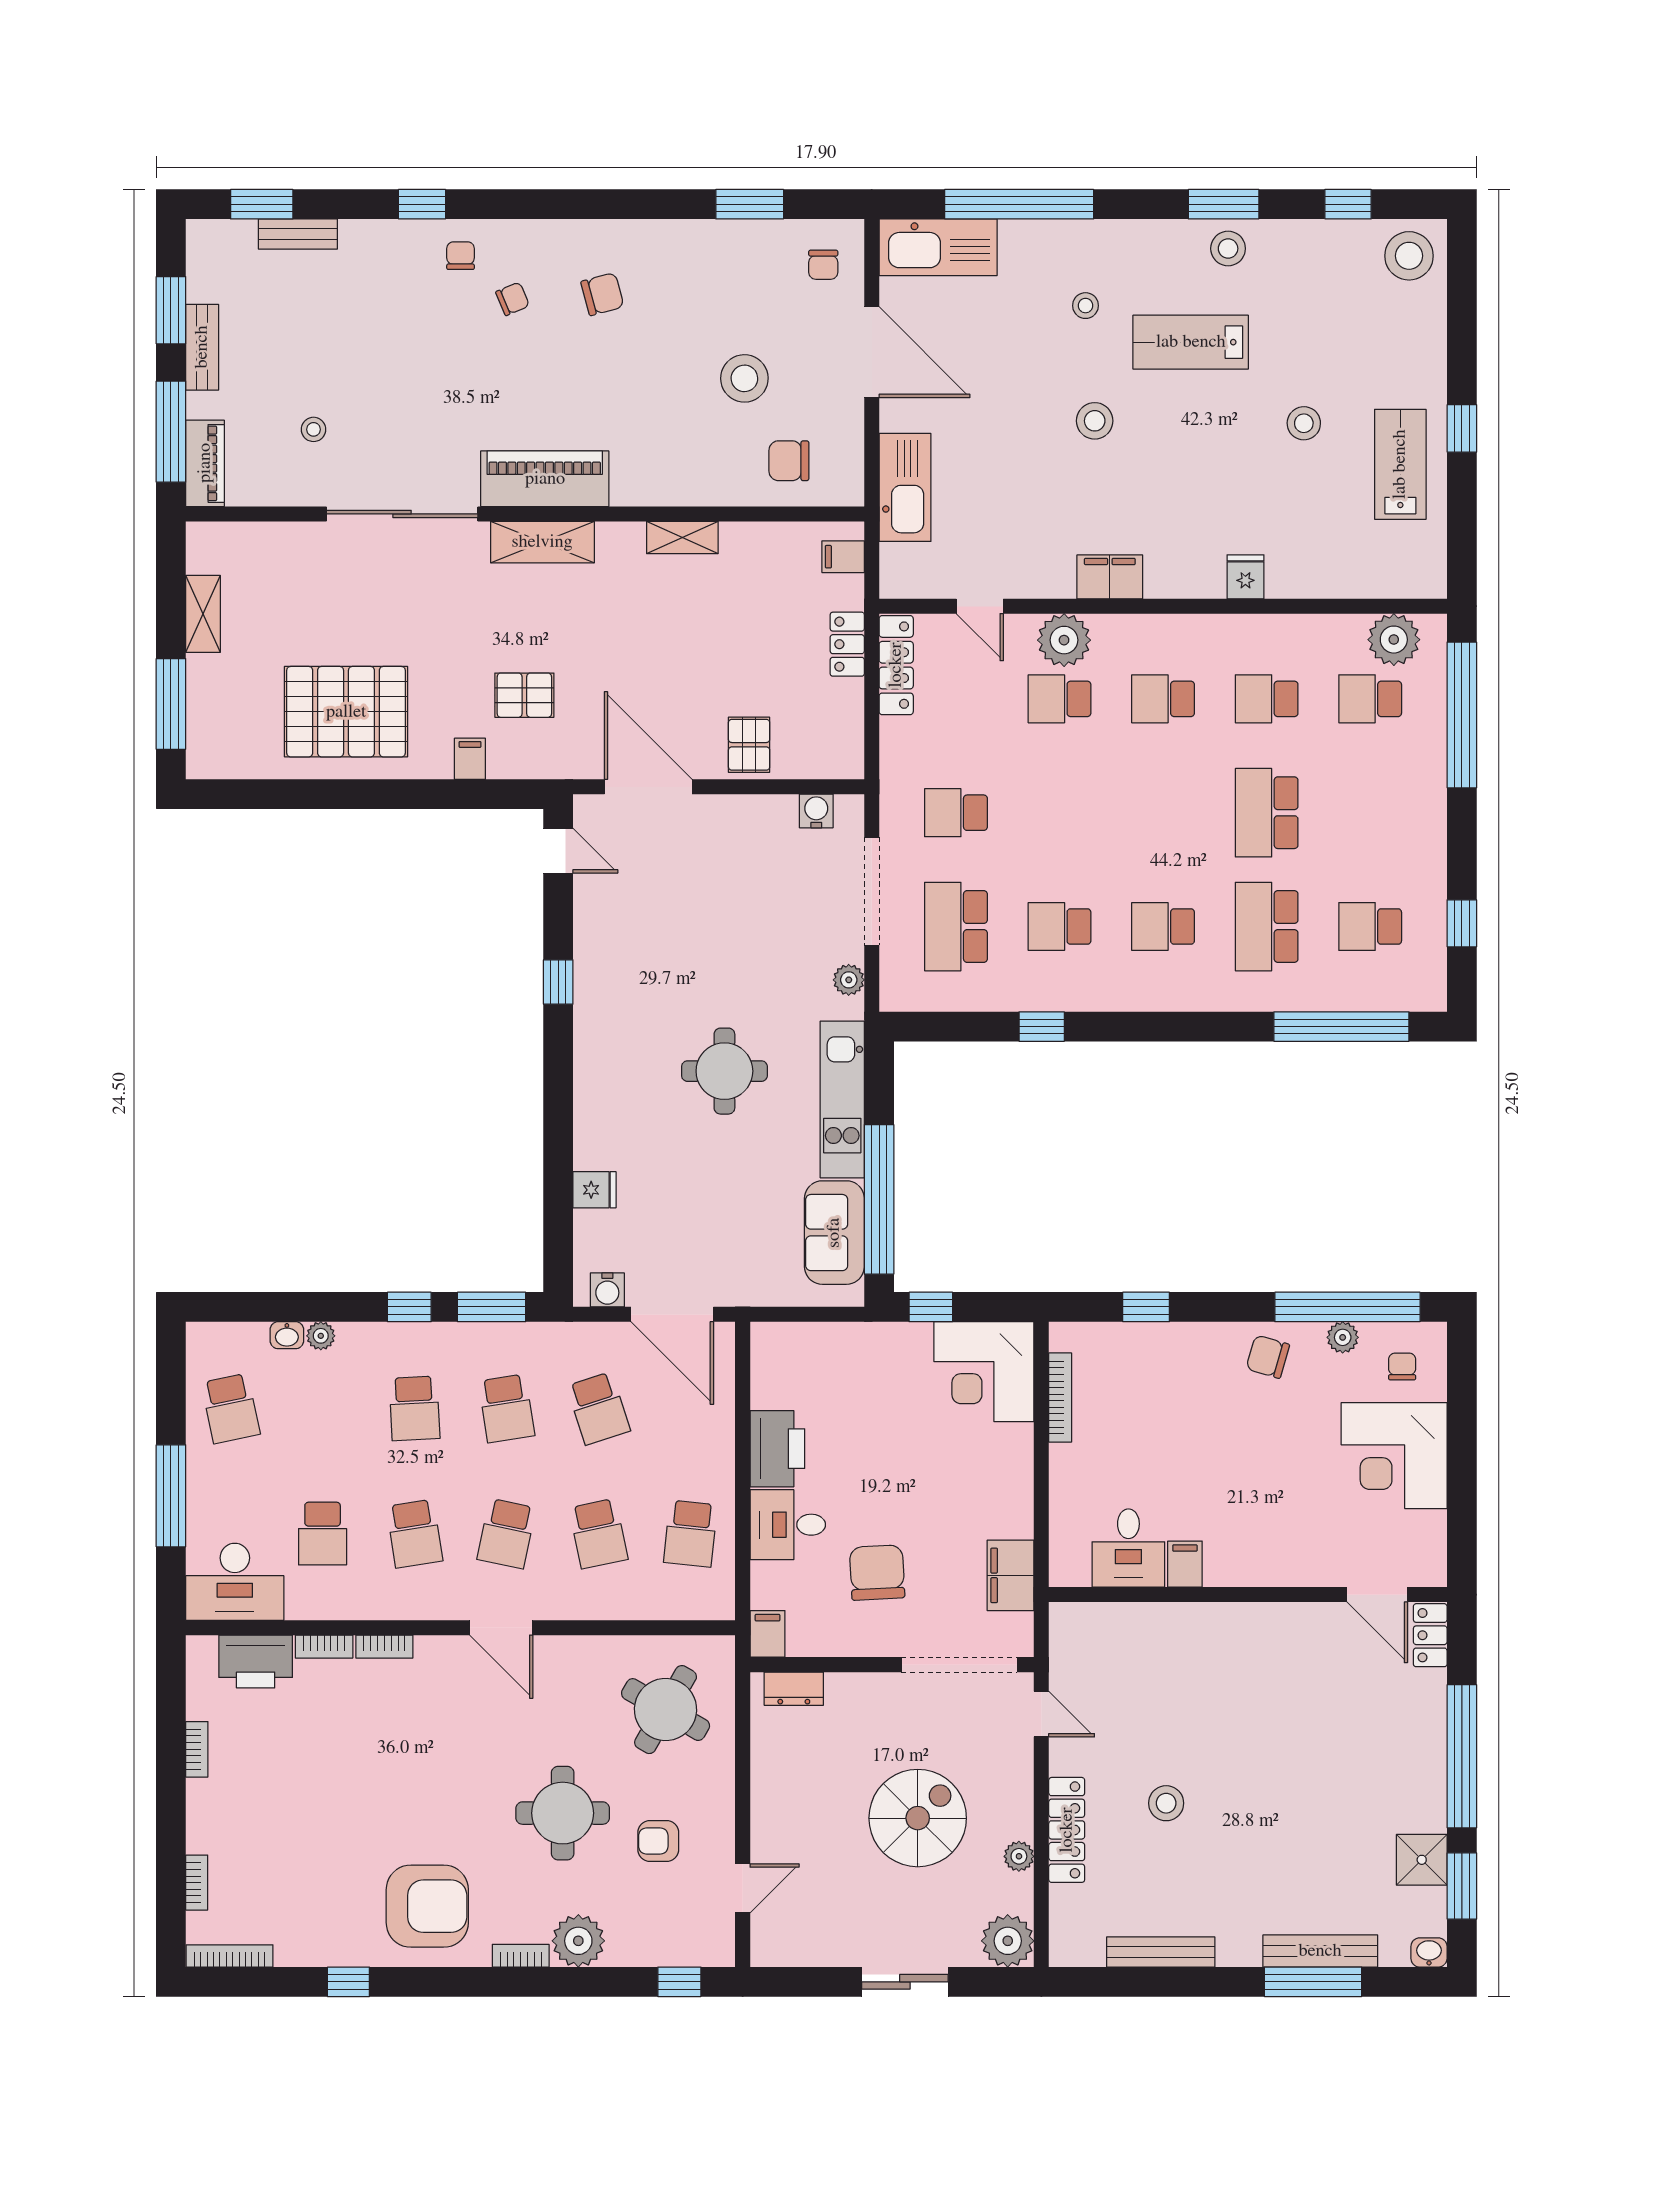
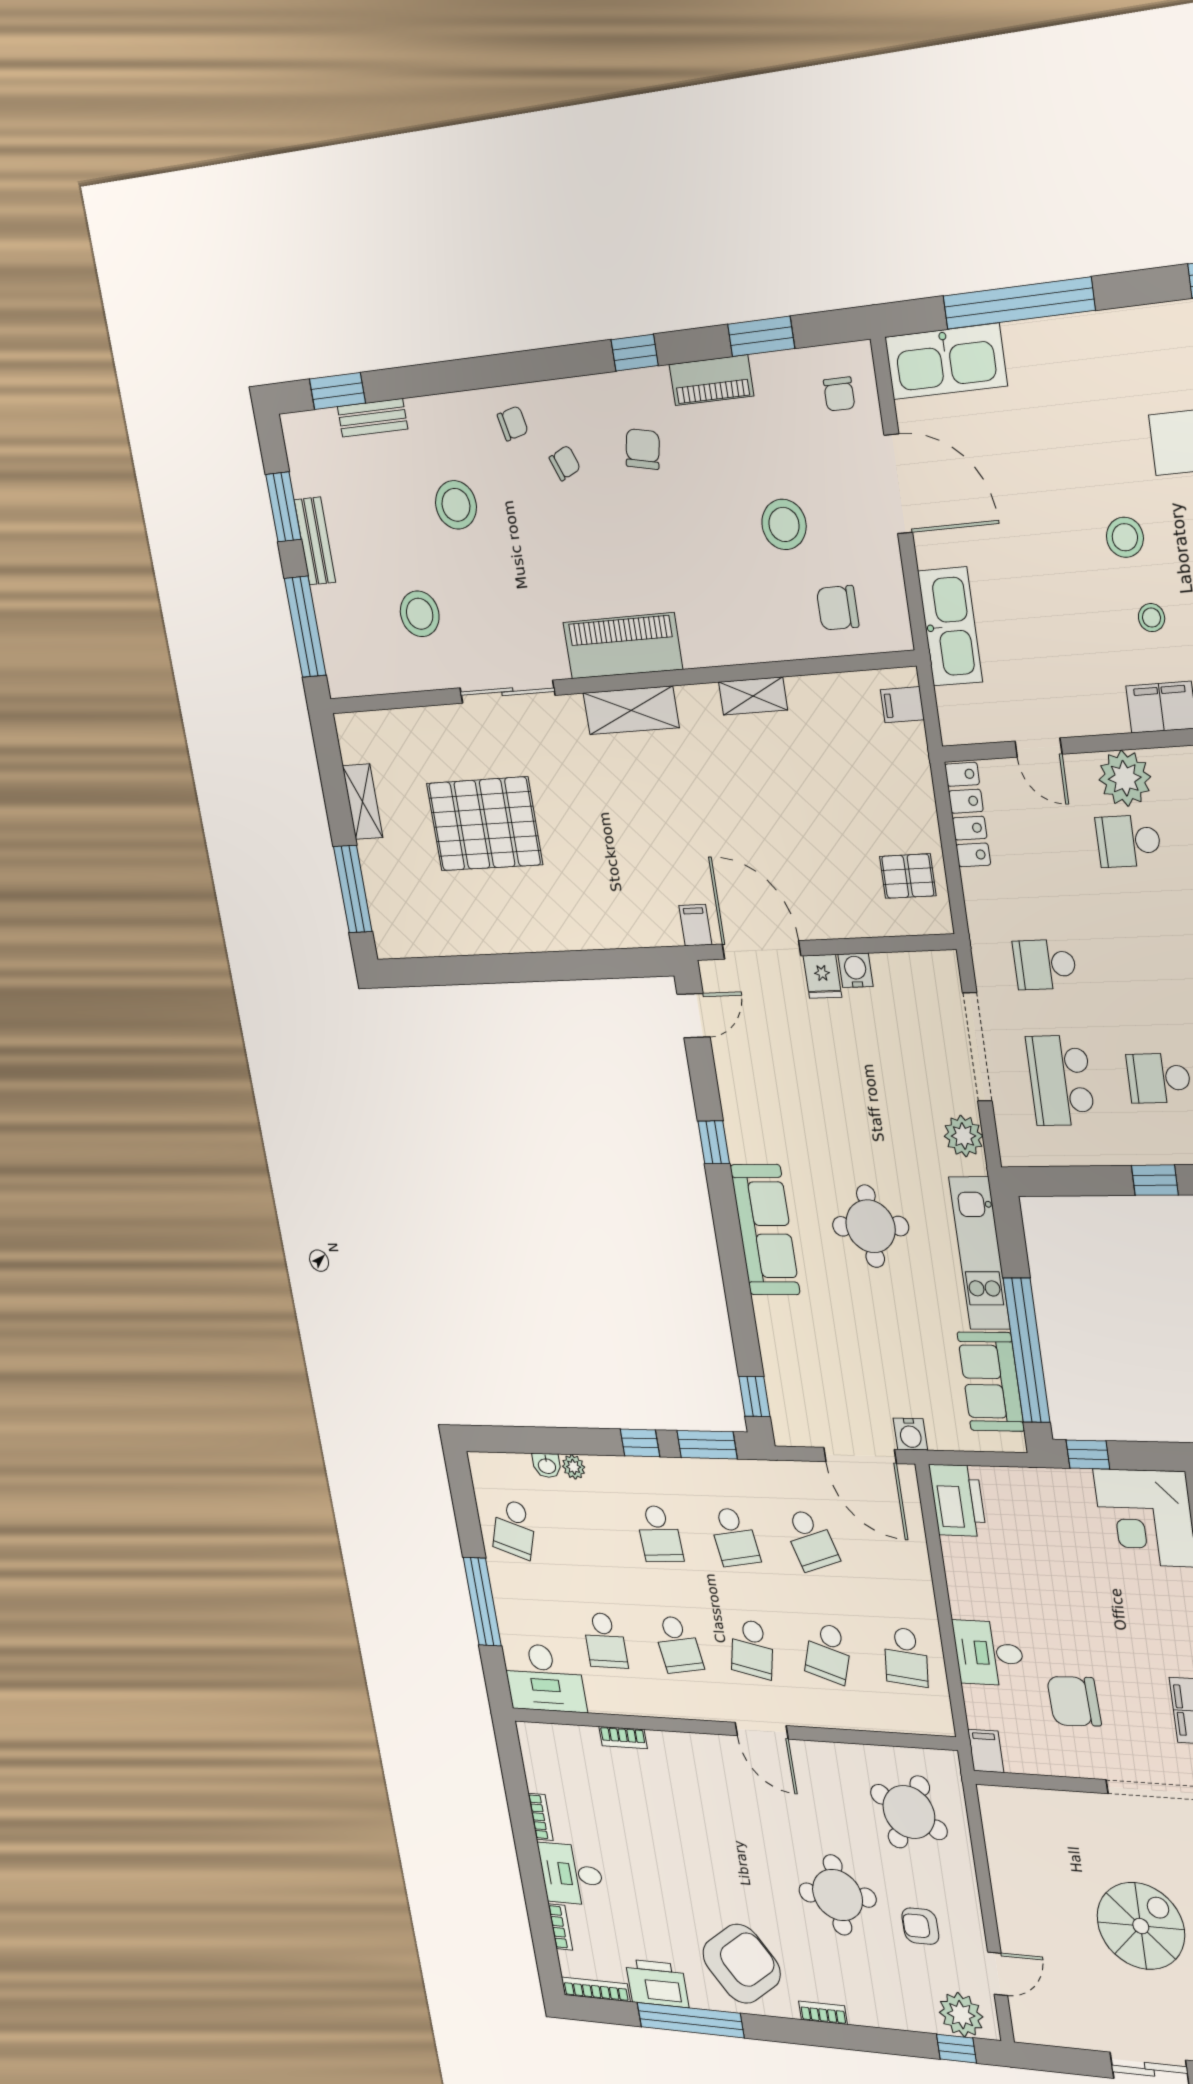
window: (422, 204) -> (635, 353), moved
chair: (461, 256) -> (513, 423), turned 77
chair: (602, 294) -> (643, 449), turned -64
stool: (1086, 306) -> (1151, 618), moved
stool: (379, 327) -> (456, 505), added
stool: (314, 429) -> (420, 614), width x1.89, depth x1.89
piano: (205, 463) -> (711, 380), moved, turned 90
sliding door: (402, 514) -> (507, 692), width x0.73
locker: (847, 644) -> (919, 796), removed
pallet: (524, 695) -> (640, 865), removed
pallet: (346, 712) -> (484, 824), moved
pallet: (749, 745) -> (908, 876), moved, turned 90
filing cabinet: (470, 759) -> (695, 925), moved
water cooler: (816, 811) -> (856, 970), moved
door: (558, 851) -> (694, 1016), hinge flipped
plant: (849, 980) -> (963, 1136), width x1.38, depth x1.38
sofa: (602, 1074) -> (765, 1230), added
fridge: (595, 1190) -> (822, 976), moved, turned 90
window: (558, 1253) -> (754, 1396), added
water cooler: (607, 1290) -> (910, 1434), moved
school desk: (231, 1408) -> (514, 1528), turned 30
printer: (777, 1449) -> (958, 1500), moved
school desk: (598, 1534) -> (828, 1652), turned 30
chair: (877, 1573) -> (1074, 1701), turned -89
bookcase: (384, 1647) -> (670, 1741), removed
printer: (256, 1662) -> (657, 1983), moved, turned 180
dresser: (794, 1689) -> (1016, 1802), removed
desk: (225, 1816) -> (572, 1874), added
armchair: (427, 1906) -> (742, 1964), turned -35
plant: (578, 1941) -> (961, 2015), moved
window: (348, 1982) -> (690, 2020), width x3.17

